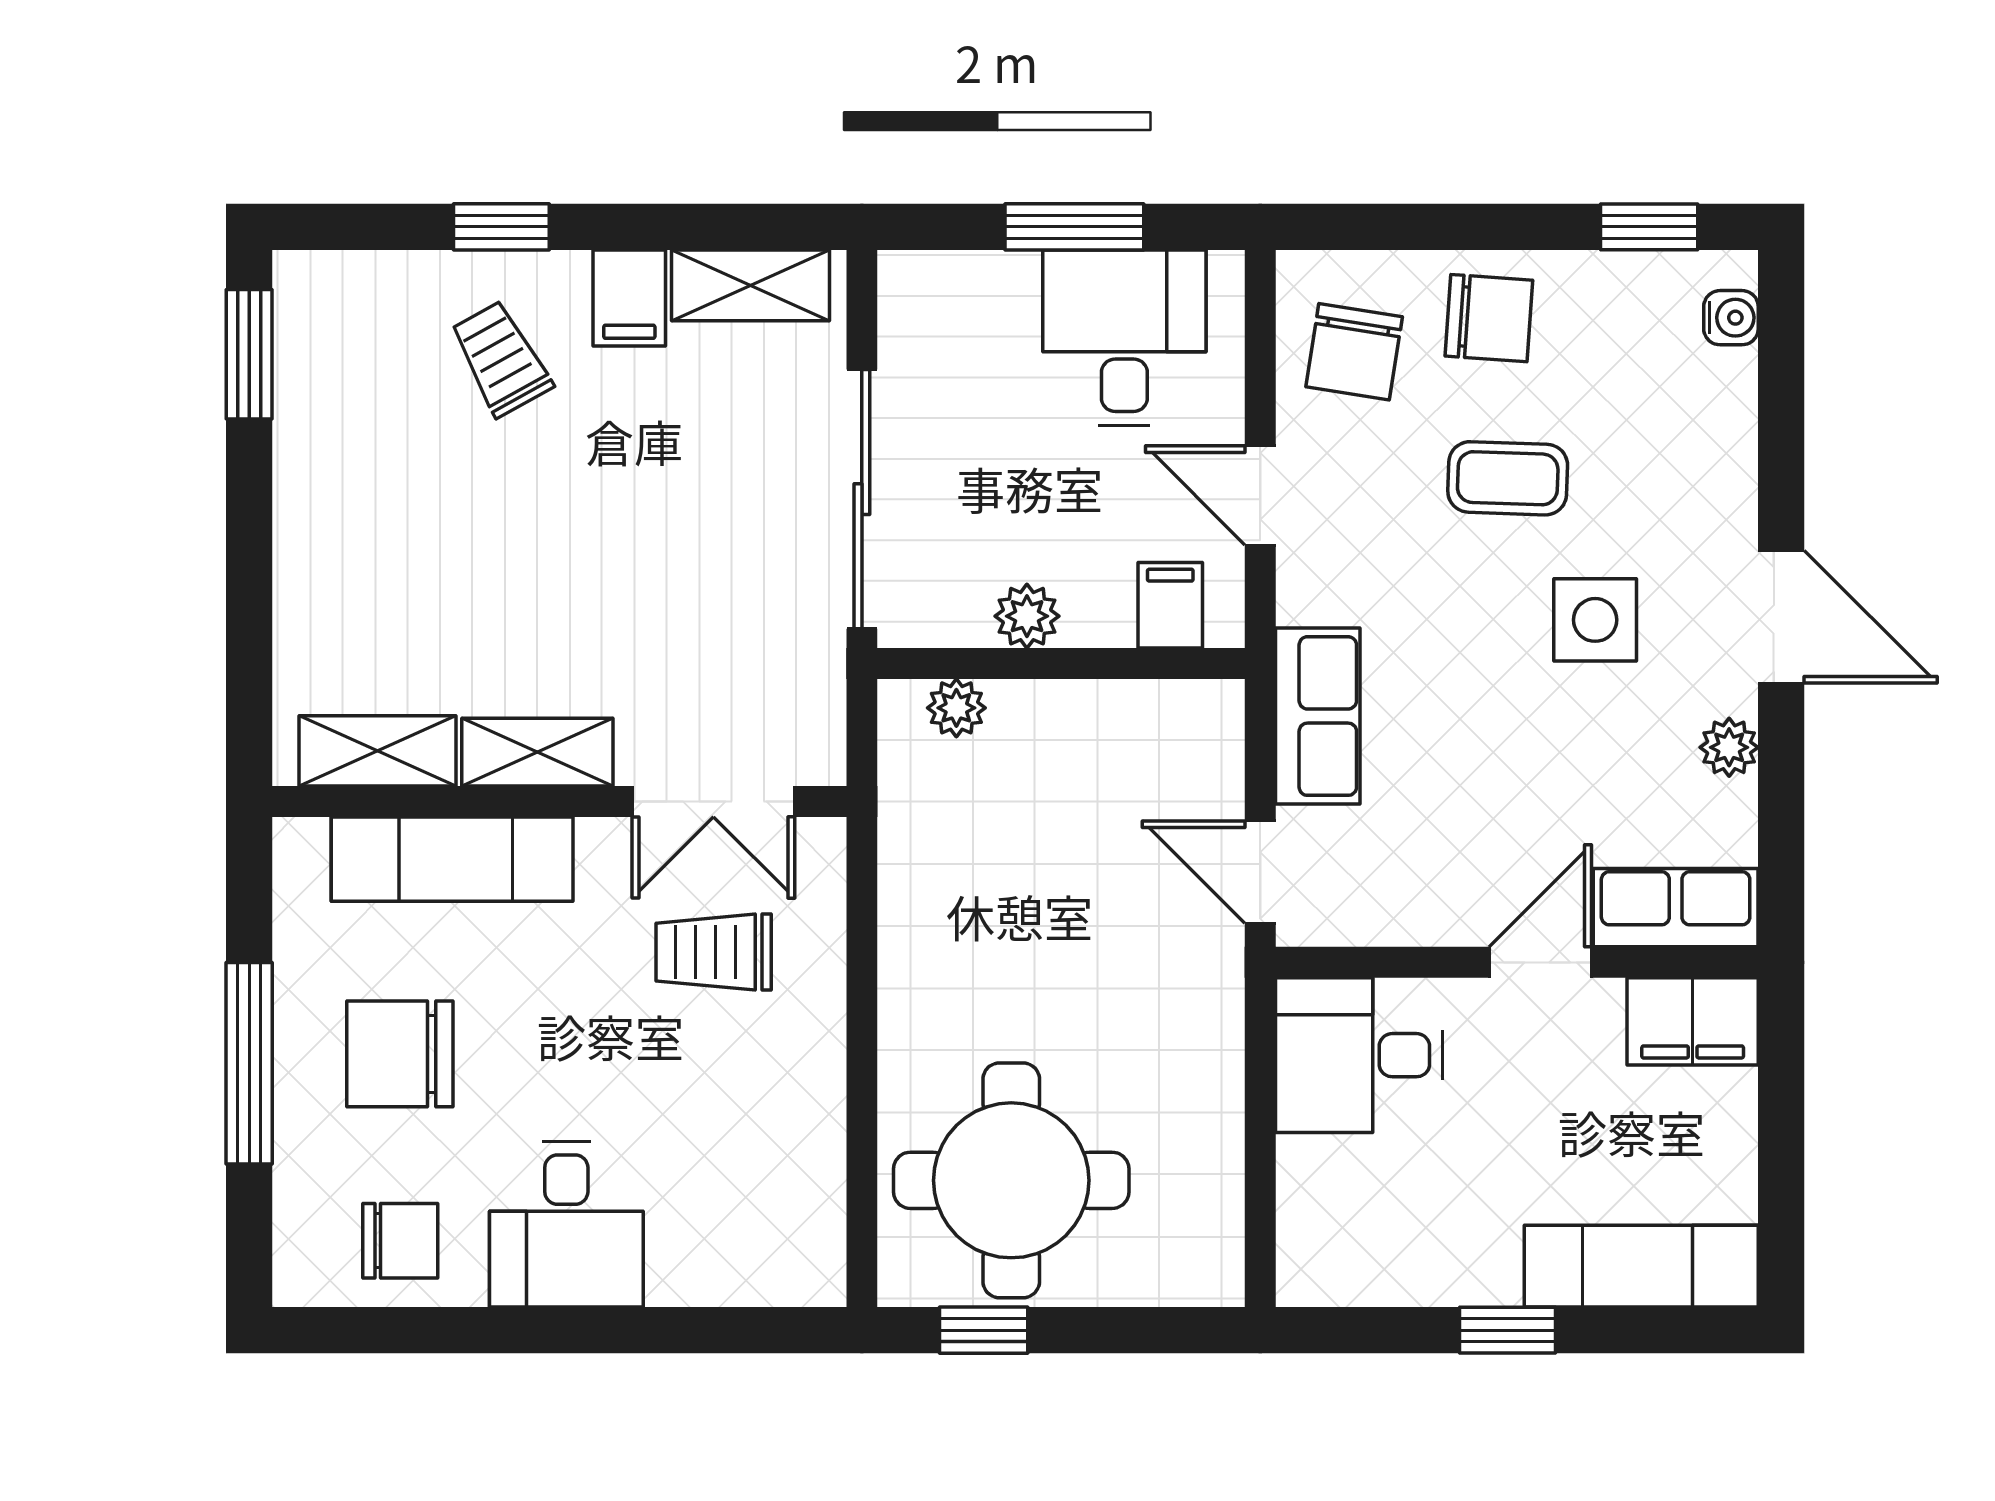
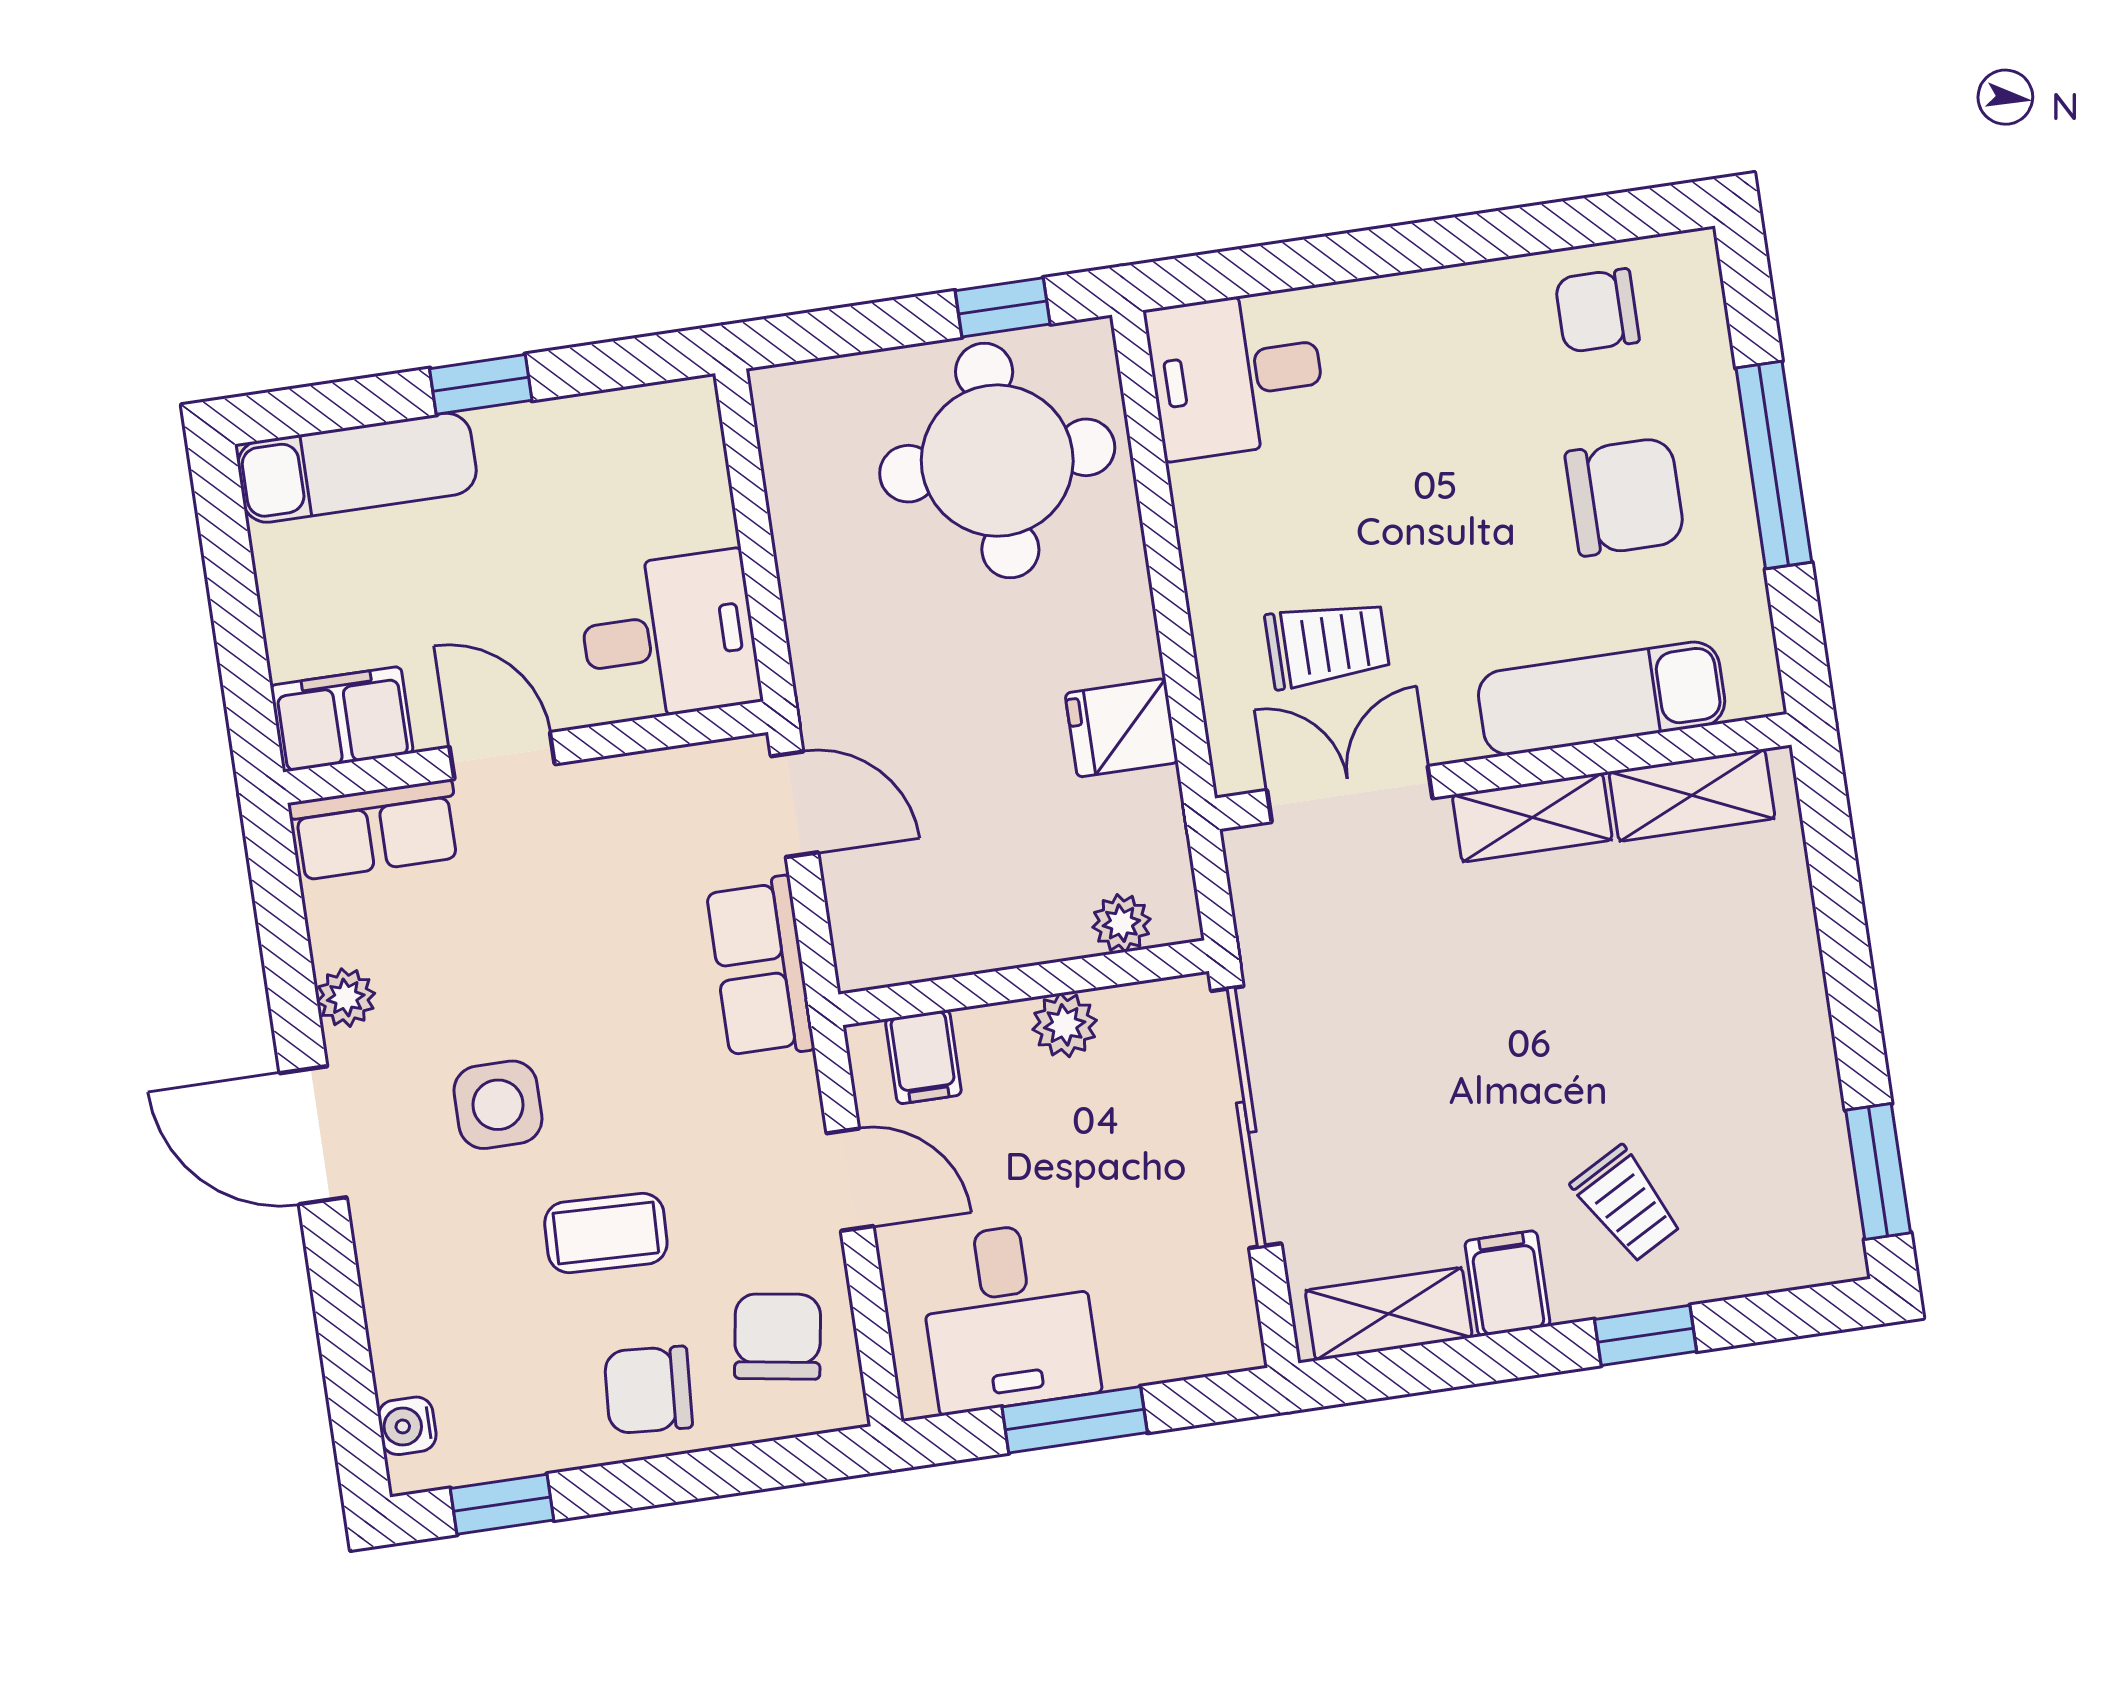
fridge: (928, 900) -> (1122, 728), added
door: (1540, 962) -> (502, 756), swing flipped
desk: (566, 1224) -> (1236, 374), moved, turned -90

